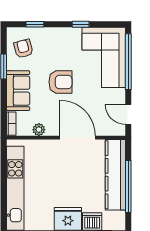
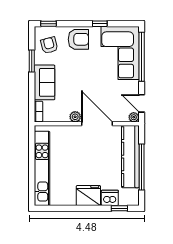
window: (35, 24) -> (49, 24), moved
armchair: (60, 82) -> (78, 39), moved
plant: (39, 130) -> (75, 117), moved
plant: (119, 130) -> (134, 117), added

